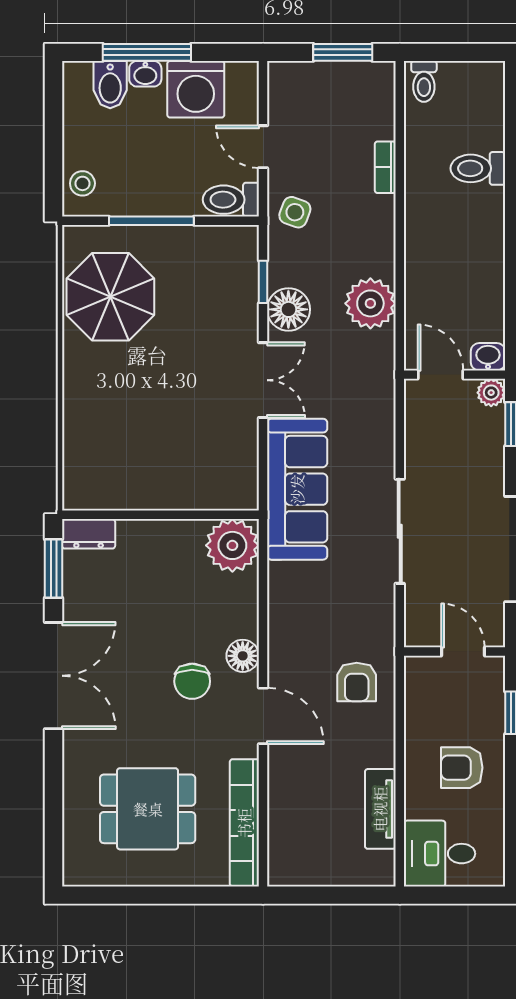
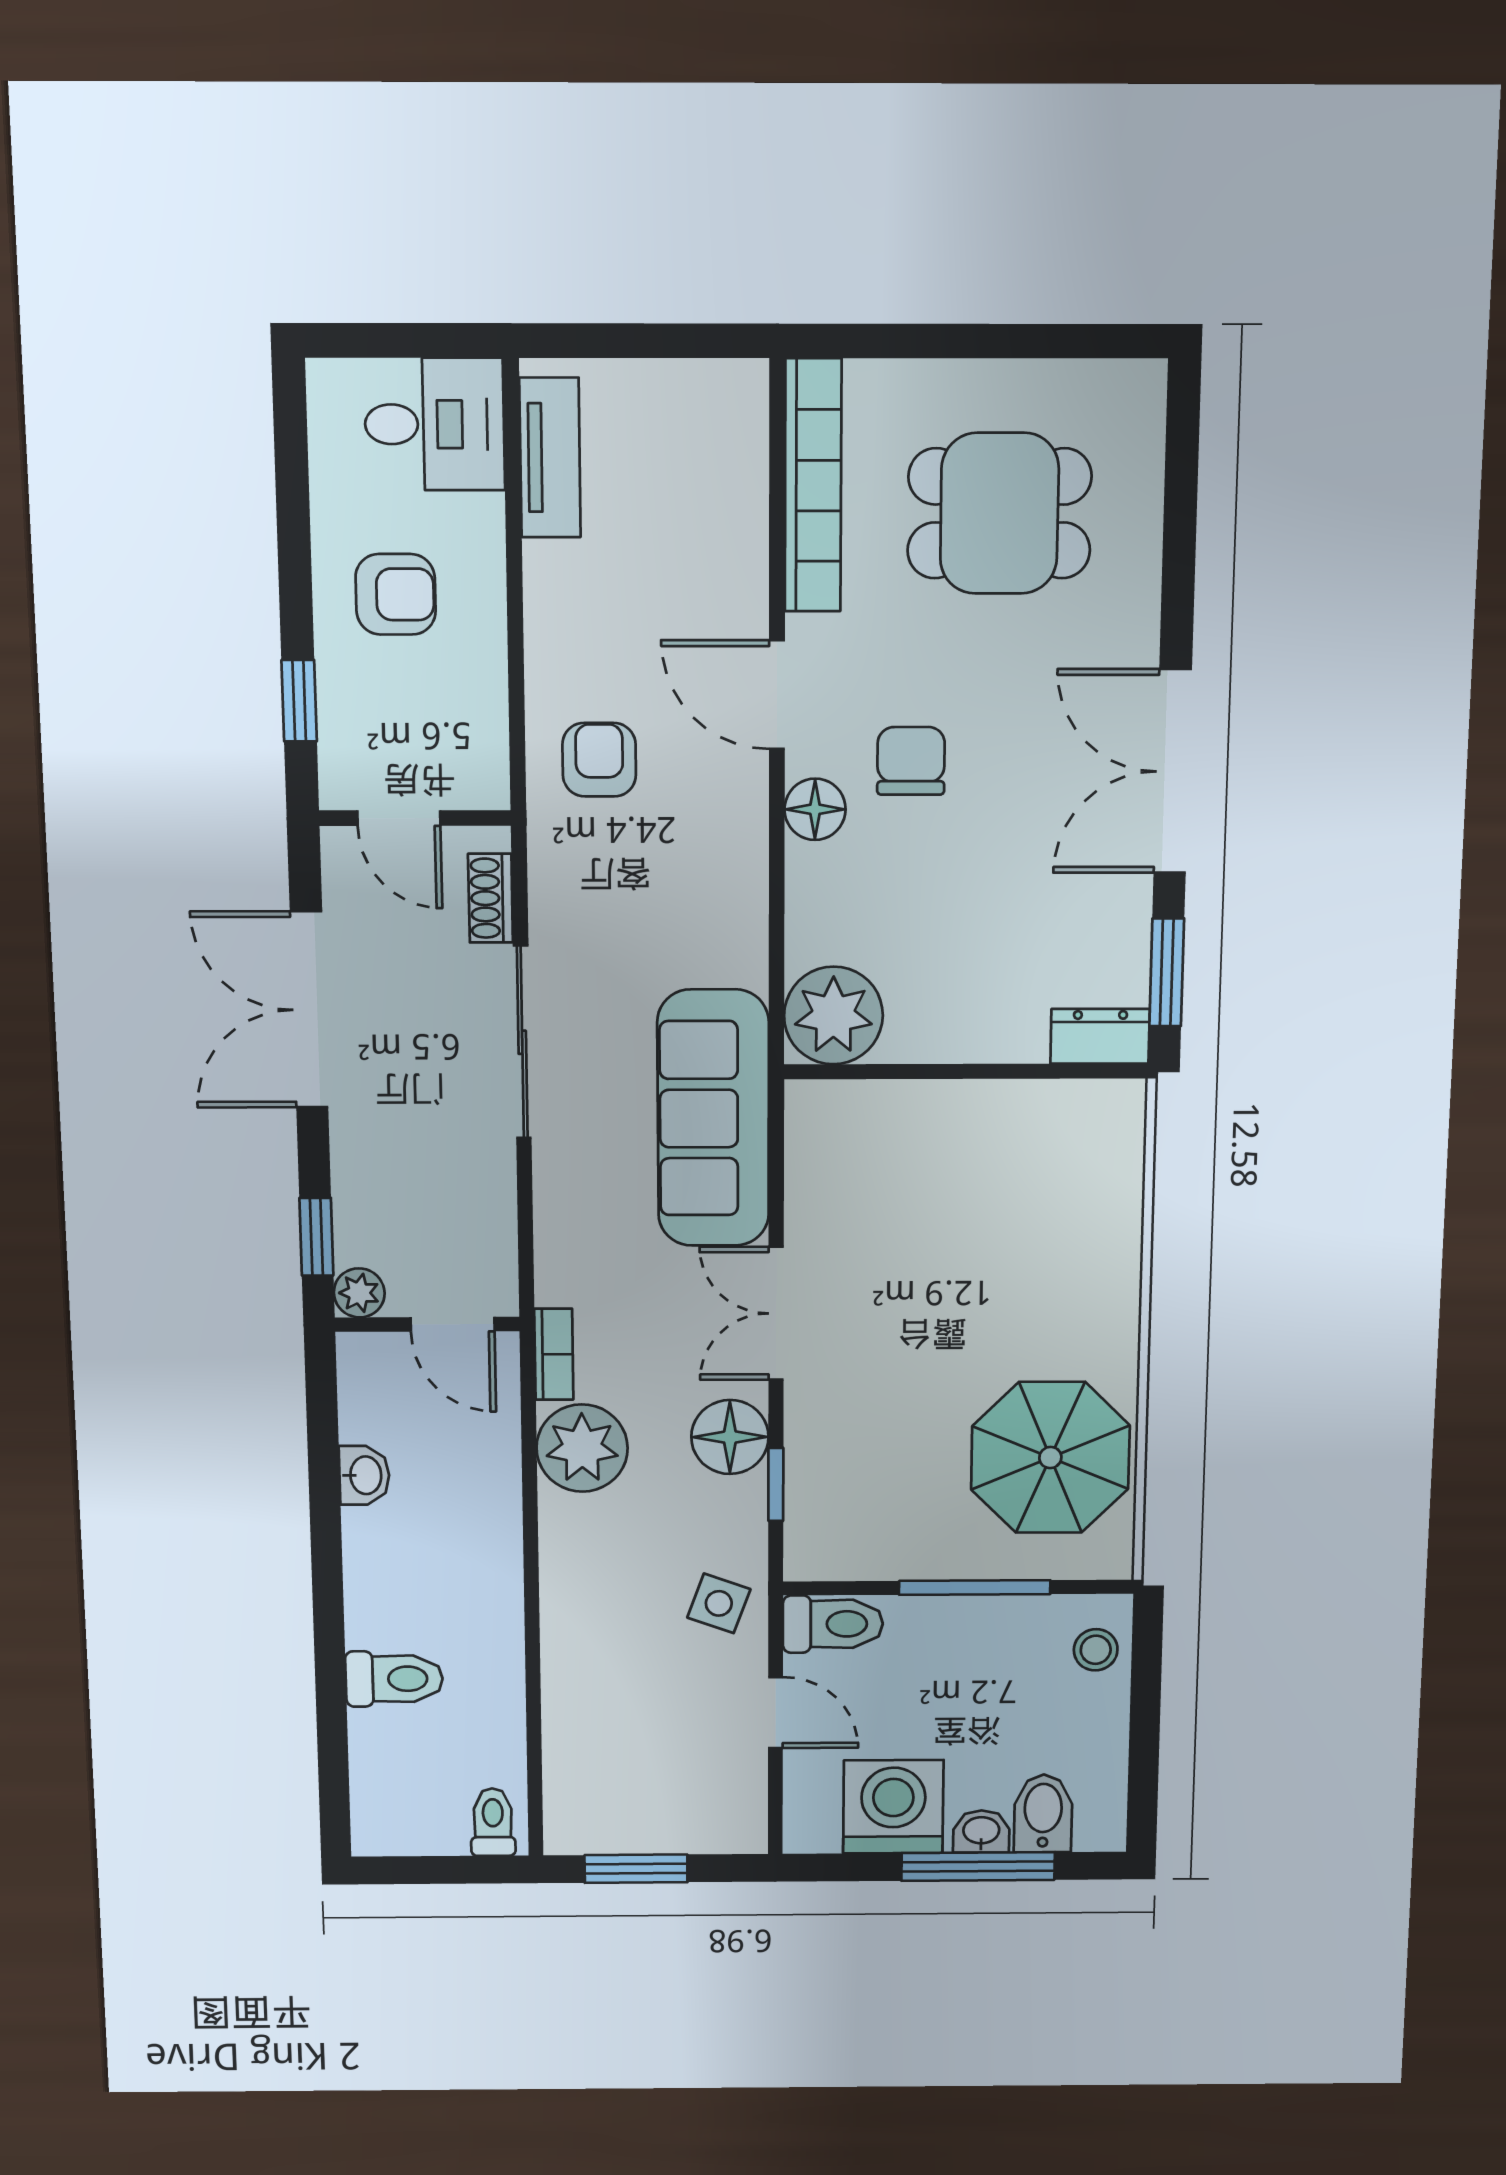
bookcase: (385, 167) -> (554, 1354), moved
washbasin: (488, 357) -> (364, 1475), moved, turned -90
shoe rack: (415, 609) -> (490, 898), added
tv unit: (380, 809) -> (550, 458), moved

